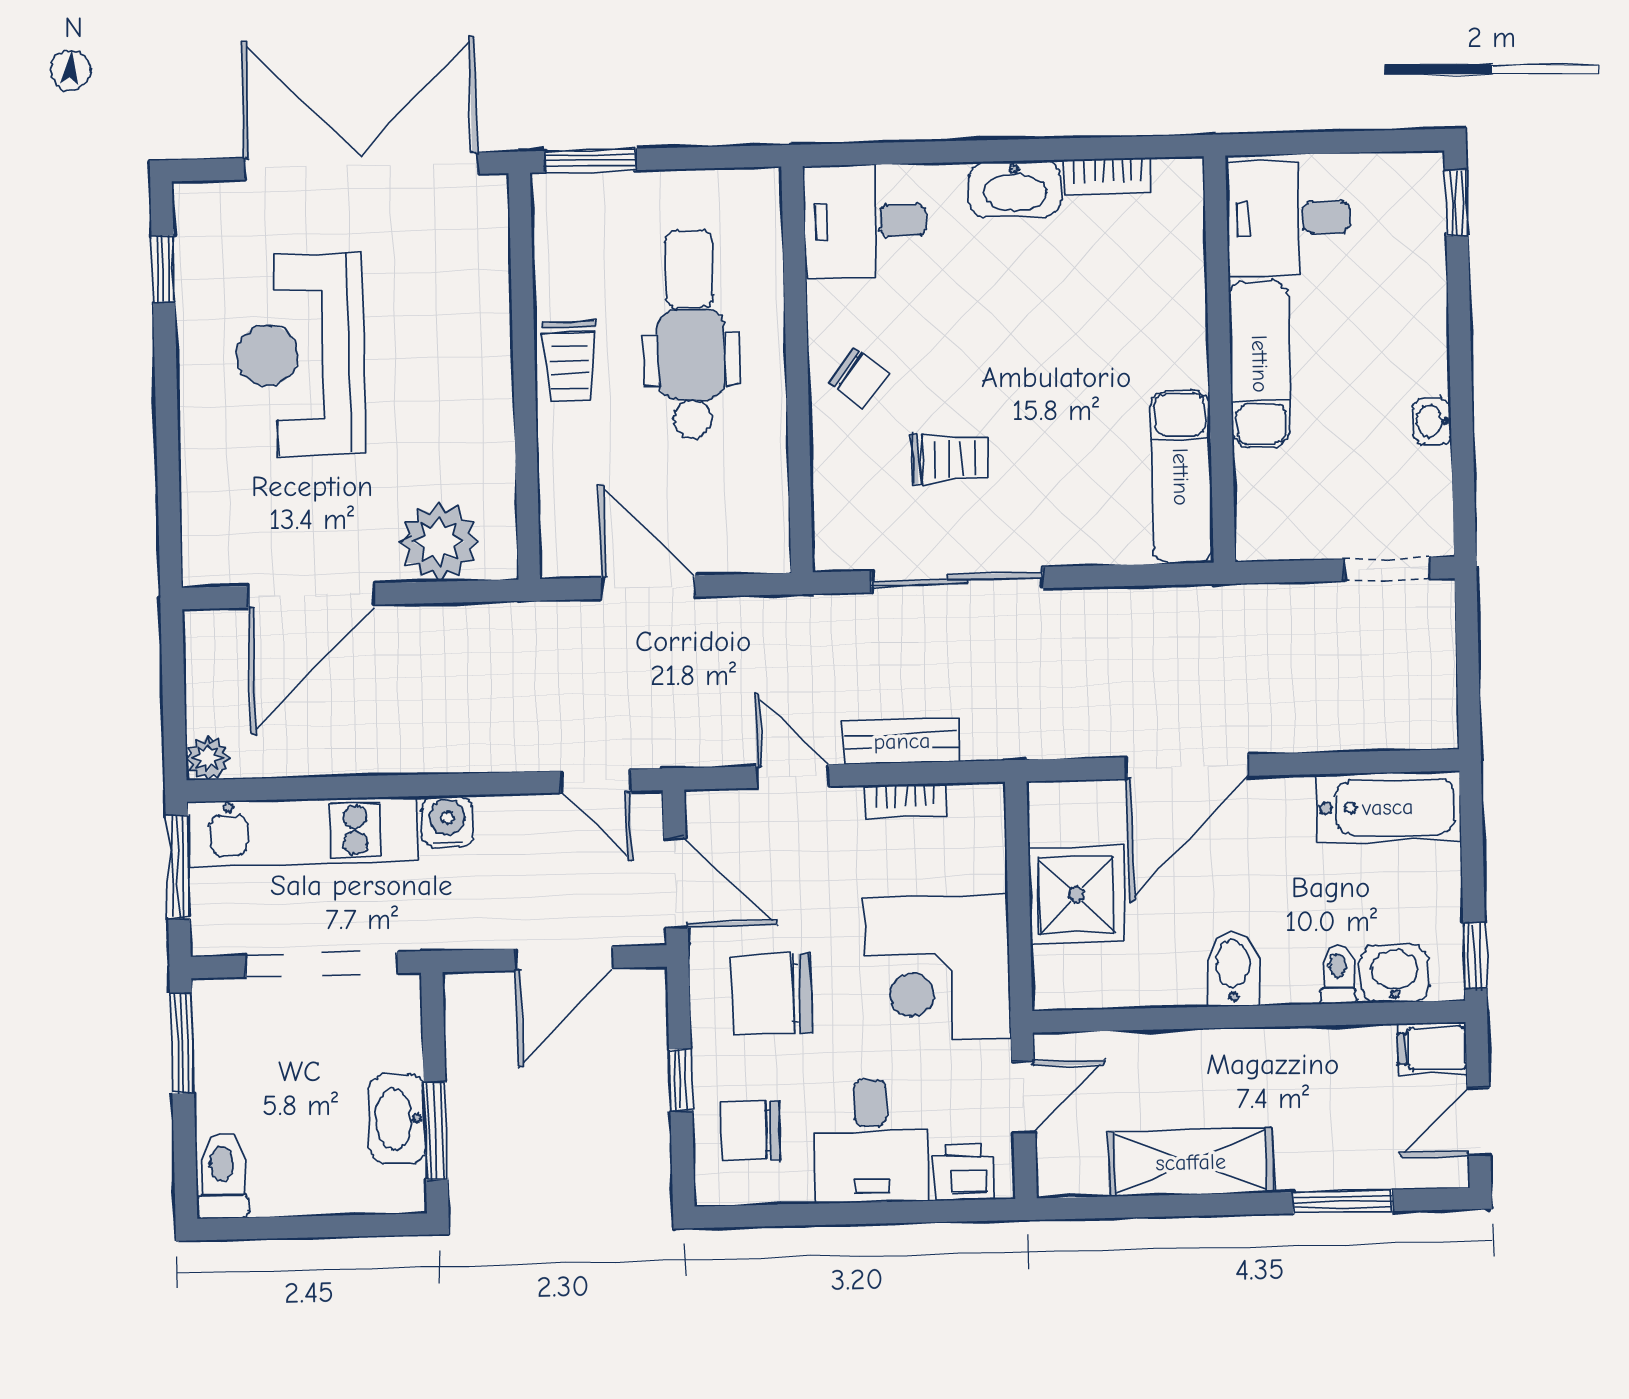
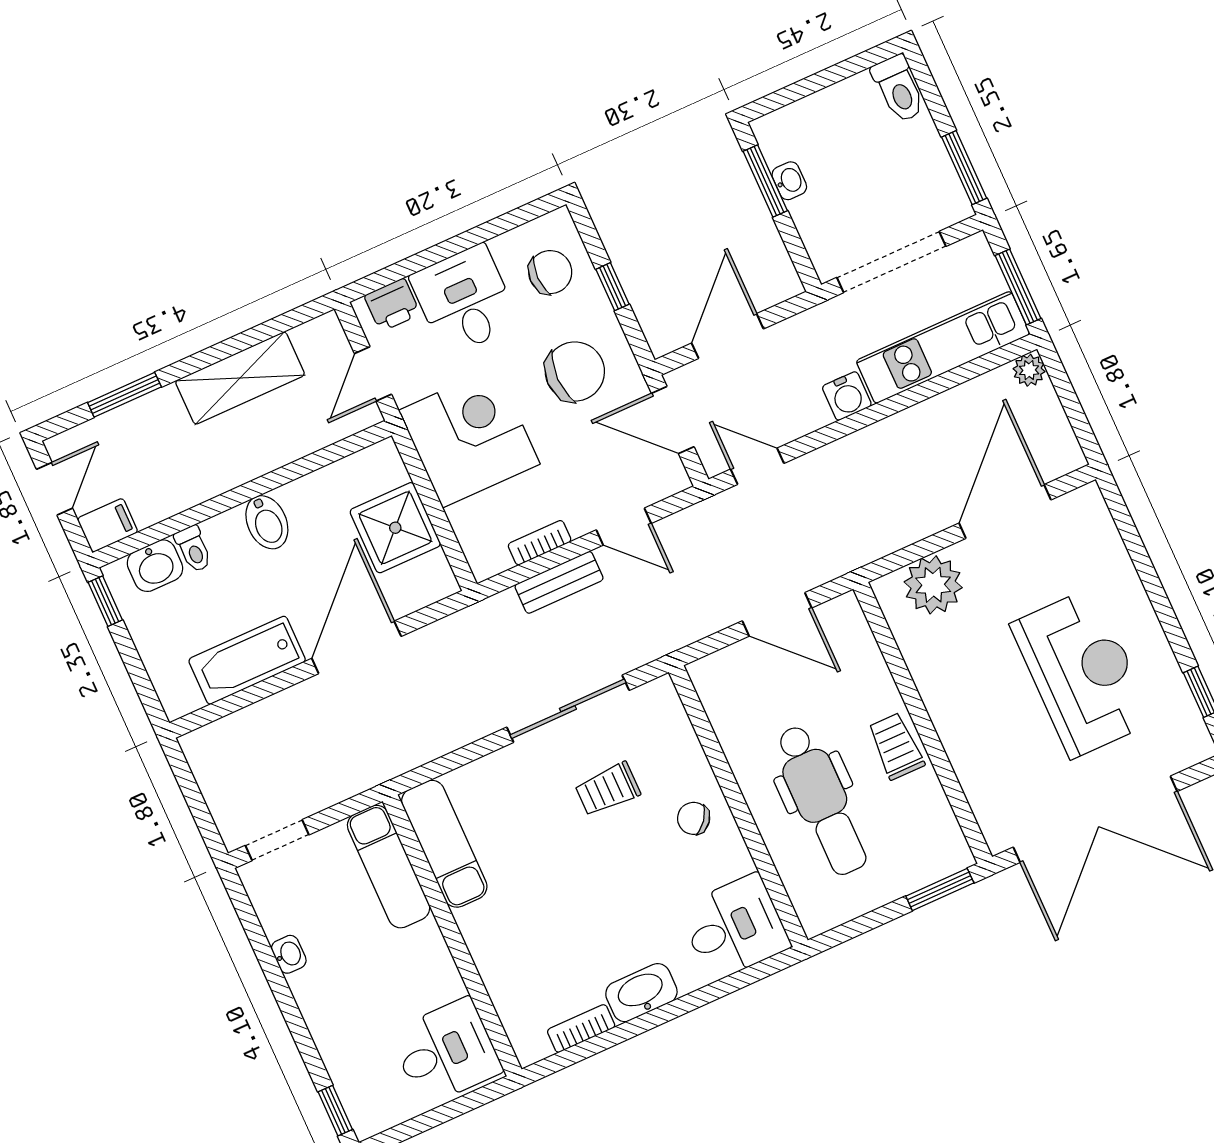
exam couch: (1260, 364) -> (389, 867), moved
bathtub: (1388, 807) -> (247, 660), moved
washbasin: (397, 1119) -> (789, 181), width x0.52, depth x0.69

